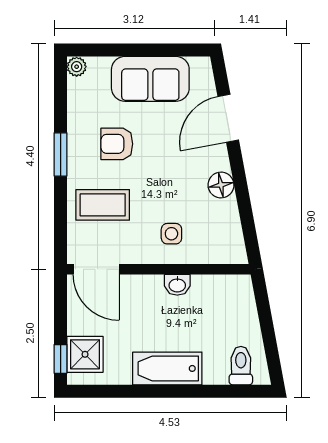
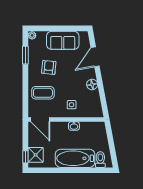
armchair: (117, 144) -> (49, 67), turned 96
window: (61, 154) -> (25, 55), moved
bathtub: (167, 368) -> (75, 158), width x1.36, depth x1.36

